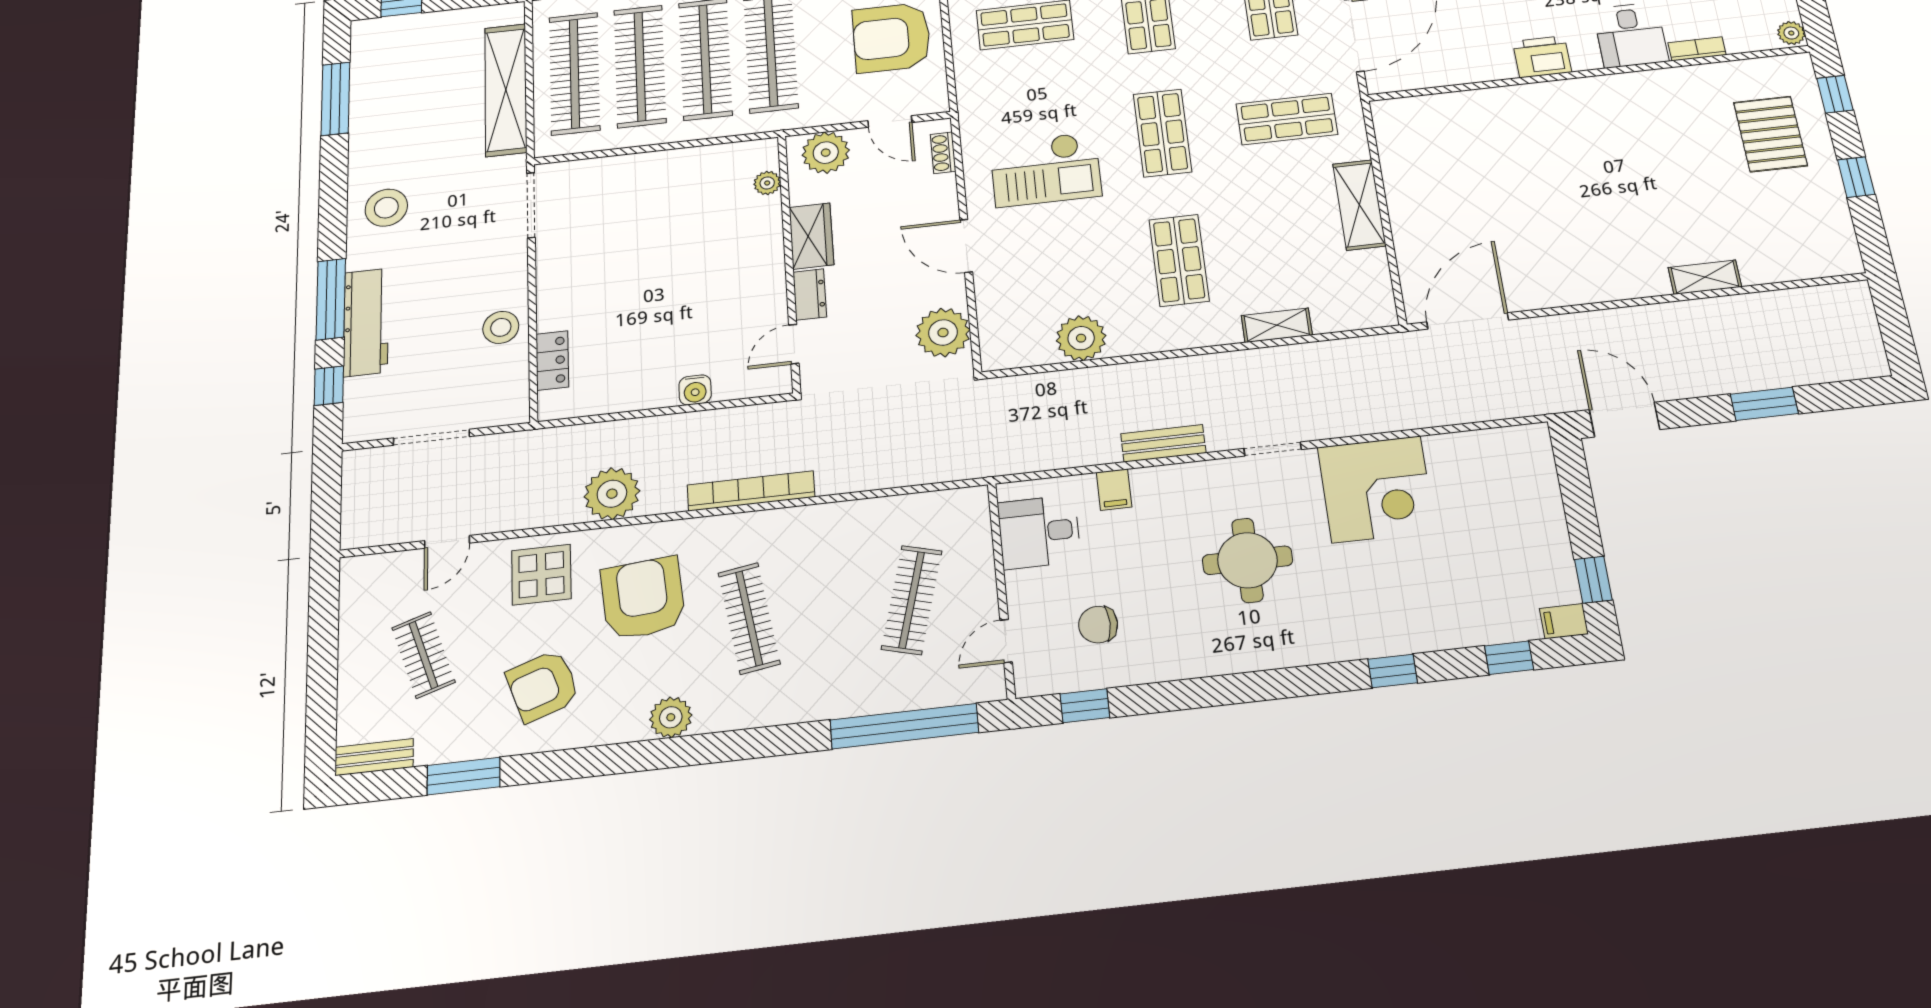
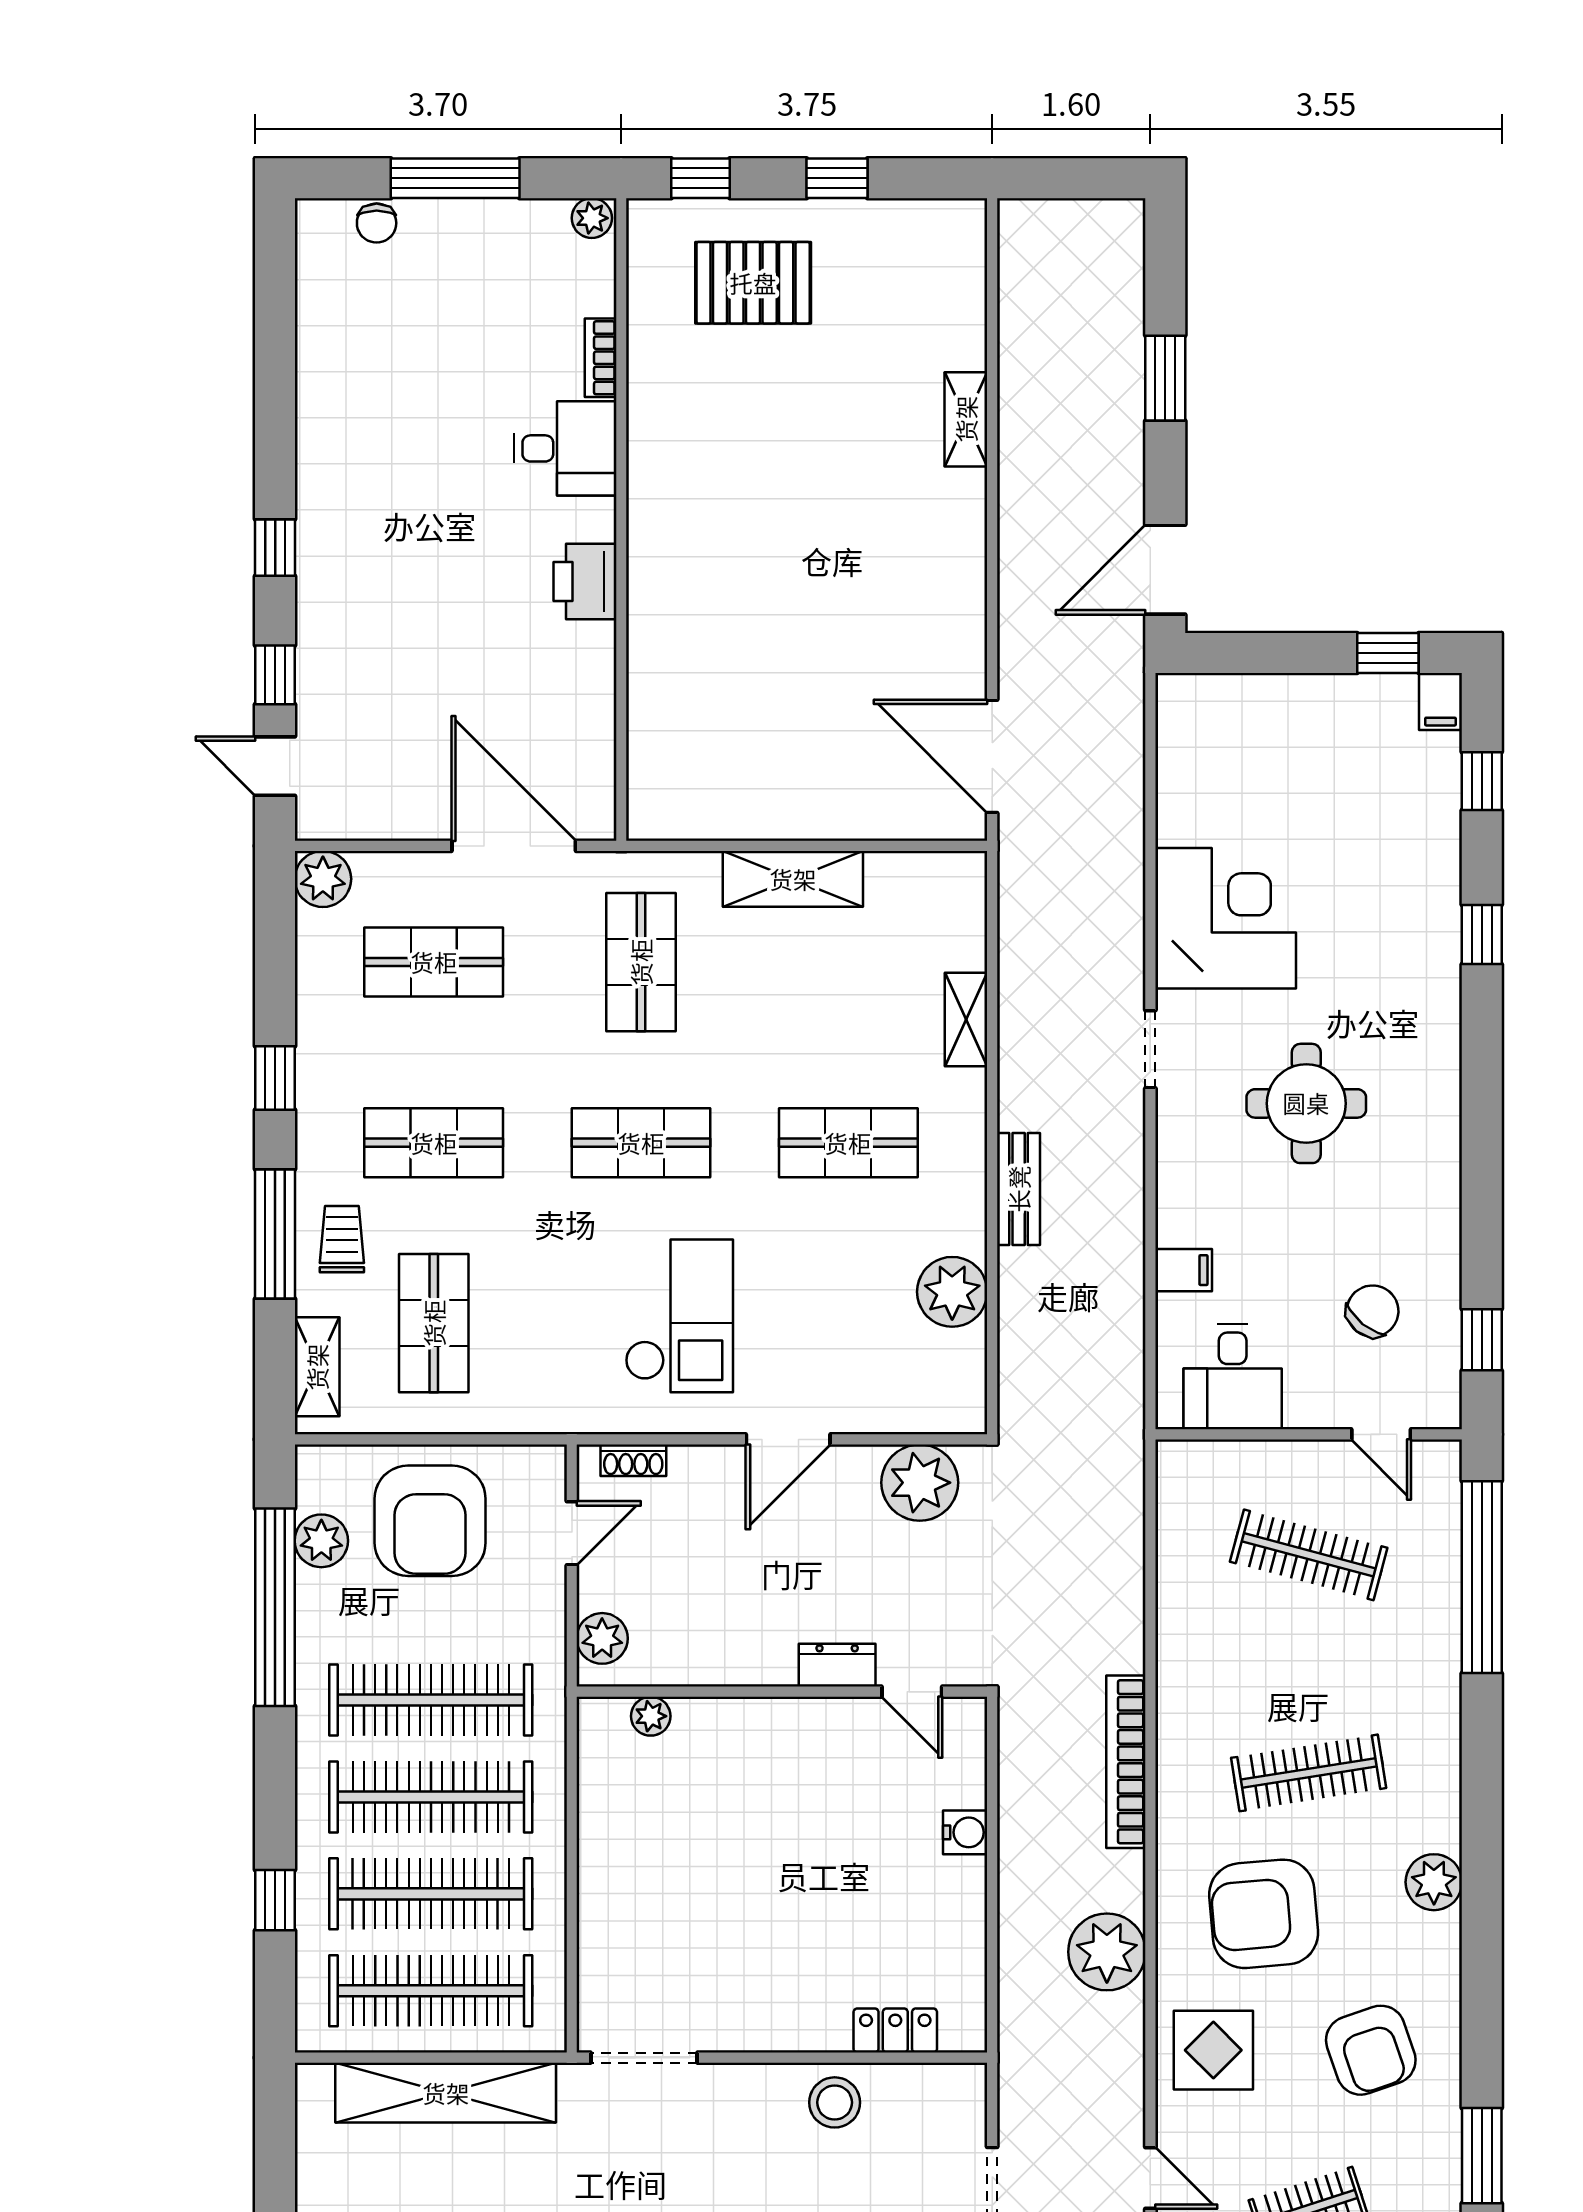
plant: (826, 153) -> (602, 1638), width x0.73, depth x0.73
wardrobe: (811, 236) -> (745, 1658), removed
bench: (1163, 443) -> (1019, 1189), moved
chair: (1098, 625) -> (1373, 1311), turned -141

